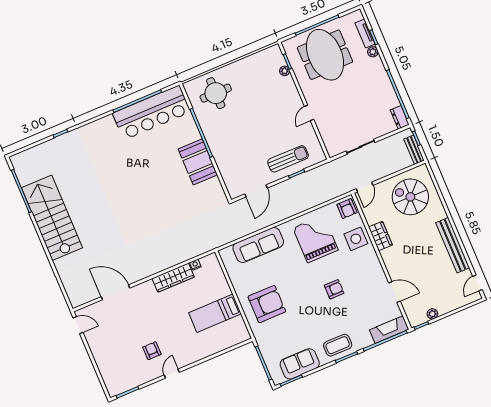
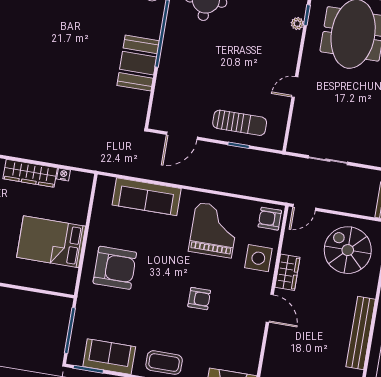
armchair: (347, 209) -> (270, 219), turned 90
door: (394, 292) -> (270, 308), moved
bed: (215, 313) -> (51, 242), width x1.50

